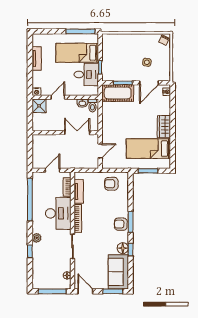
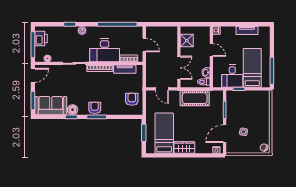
door: (149, 83) -> (225, 134), hinge flipped
cot: (118, 93) -> (195, 98), moved, turned 90
shower: (39, 106) -> (187, 41), moved
printer: (45, 282) -> (41, 39), added

